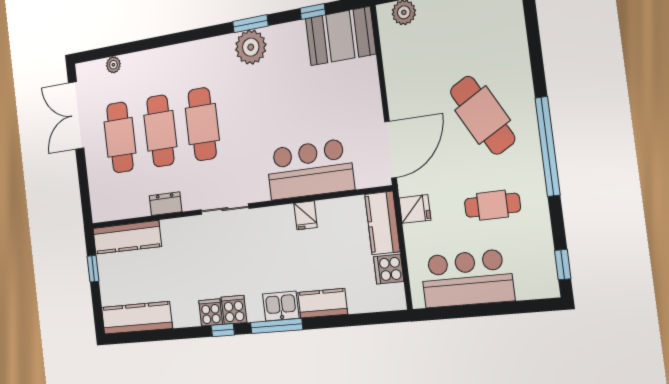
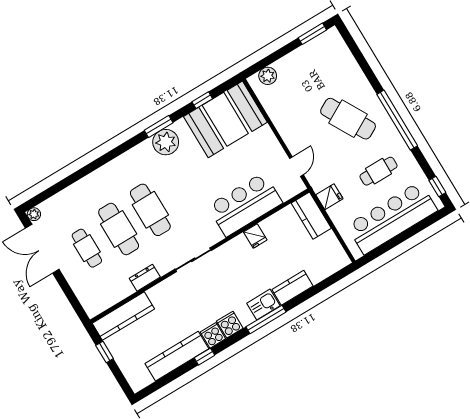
booth: (340, 36) -> (225, 119), width x1.36, depth x1.42
plant: (113, 65) -> (34, 214), moved
cafe table: (120, 137) -> (87, 248), width x0.73, depth x0.74
door: (390, 150) -> (296, 167), width x0.53
cooker: (389, 269) -> (328, 243), removed
bar counter: (467, 279) -> (392, 218), width x1.36
kitchen counter: (137, 318) -> (177, 356), moved
window: (223, 330) -> (204, 357), moved

